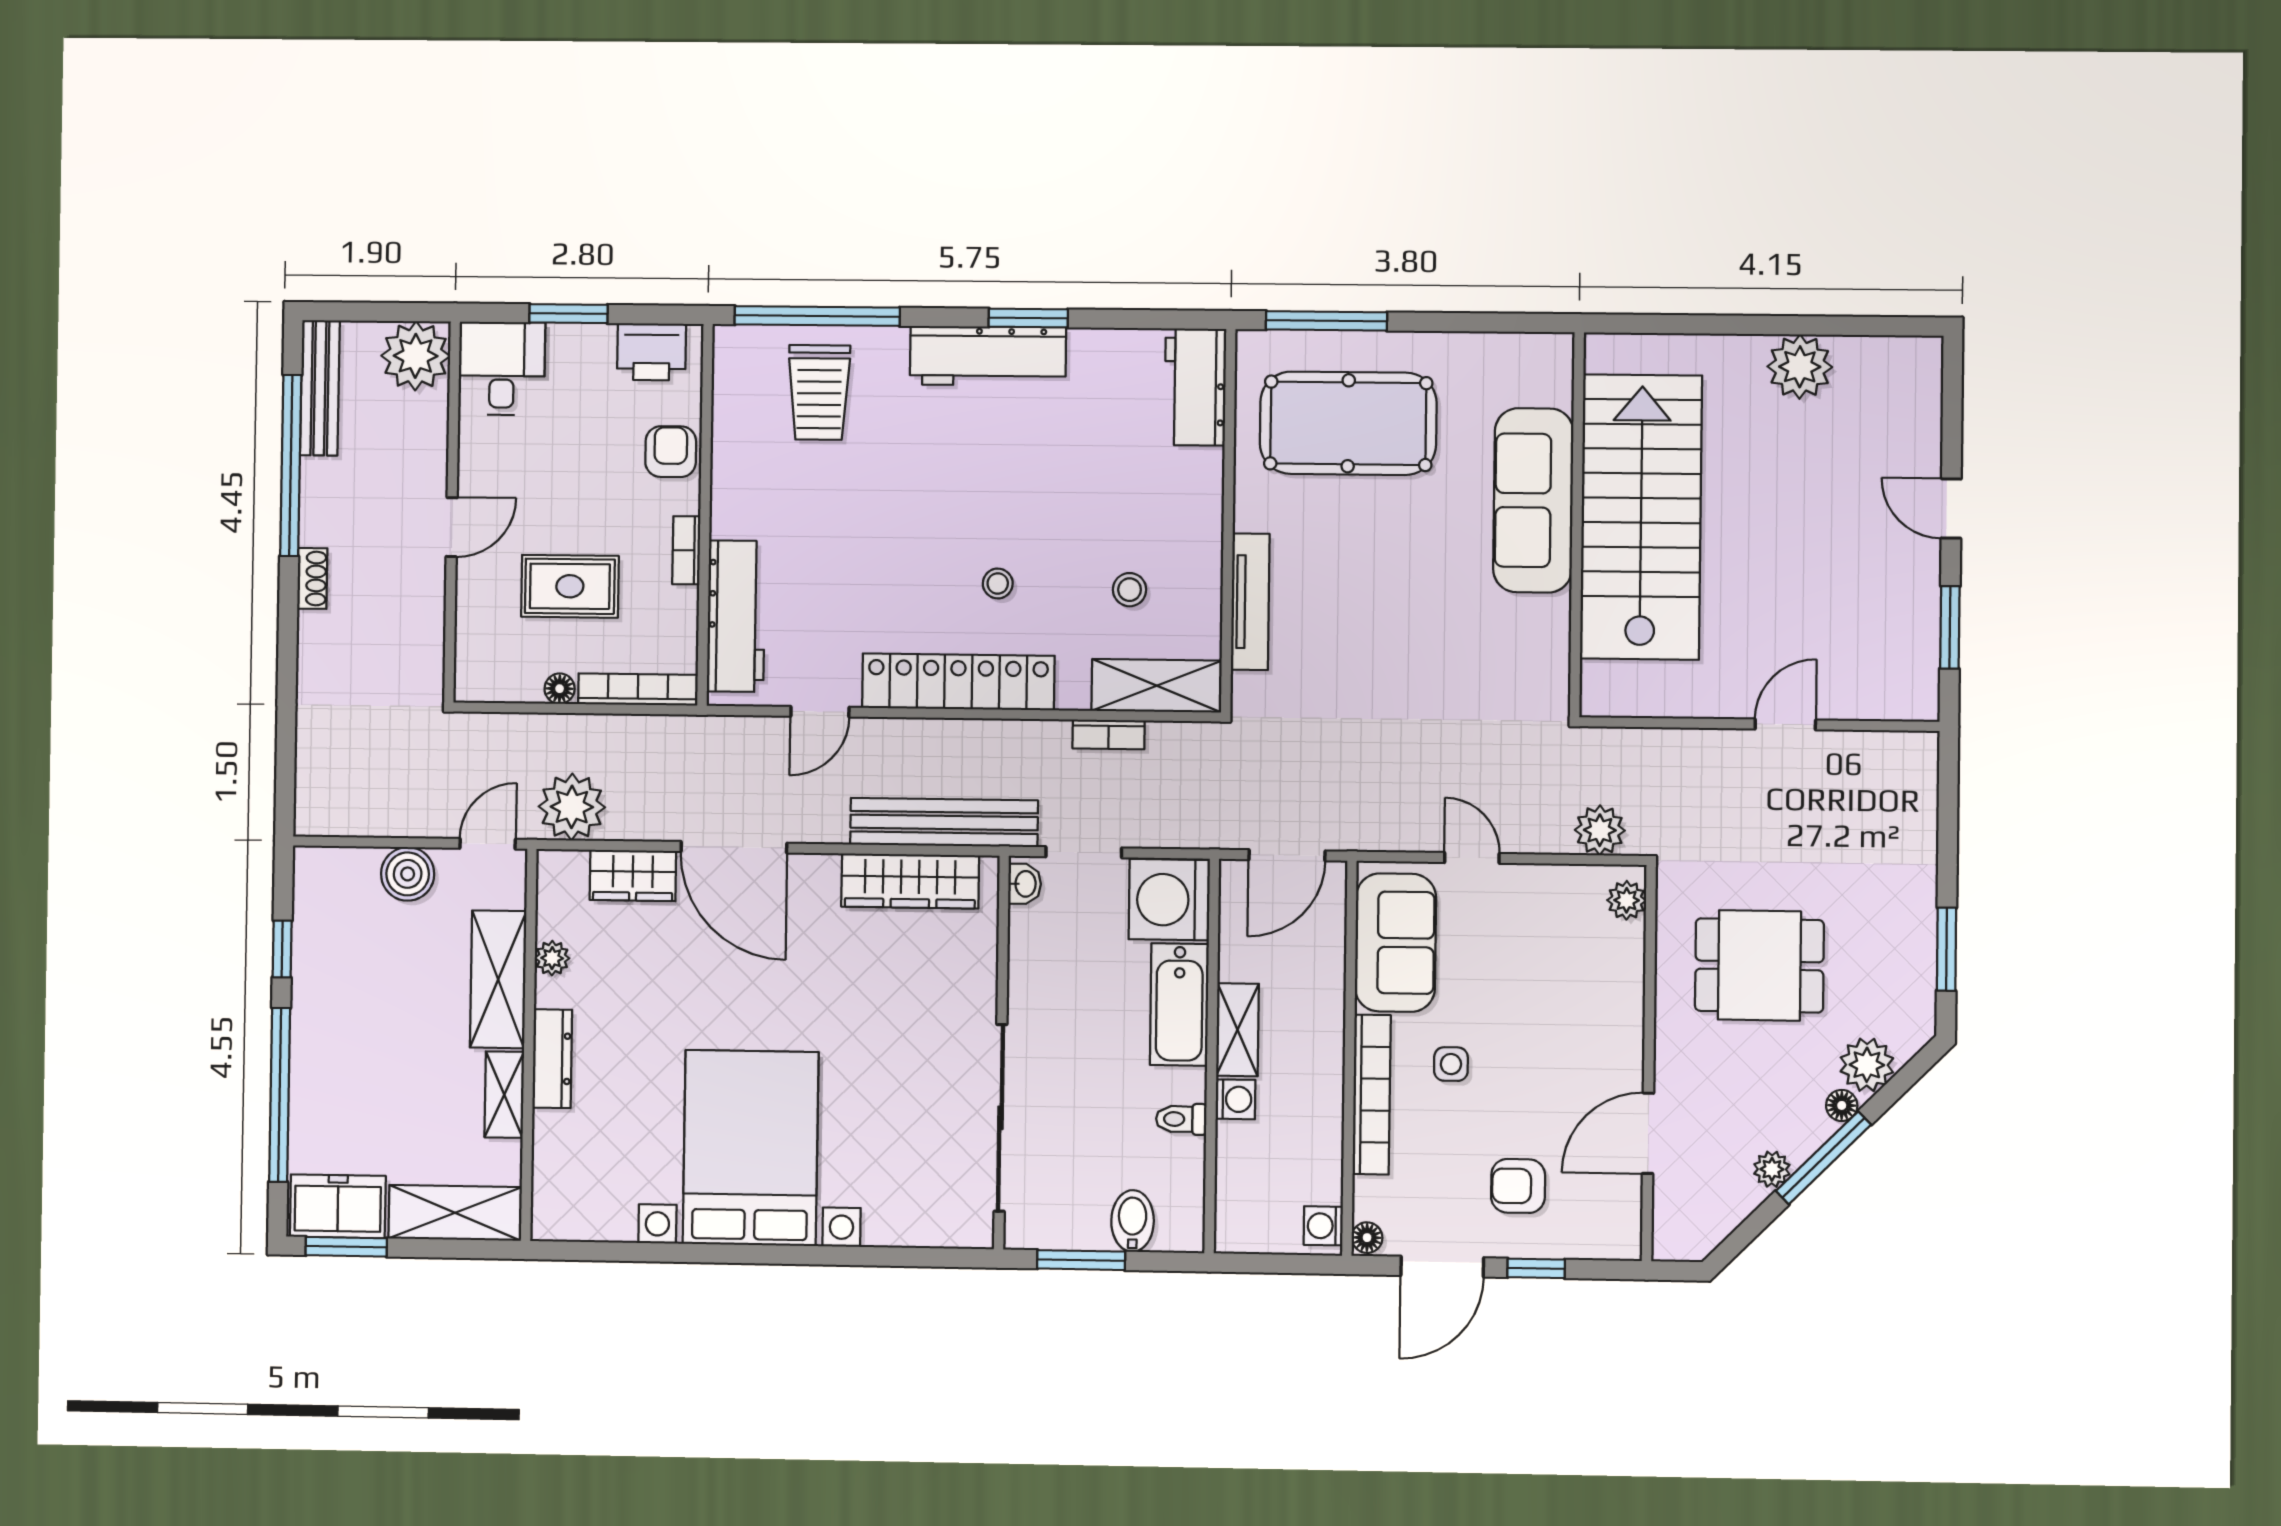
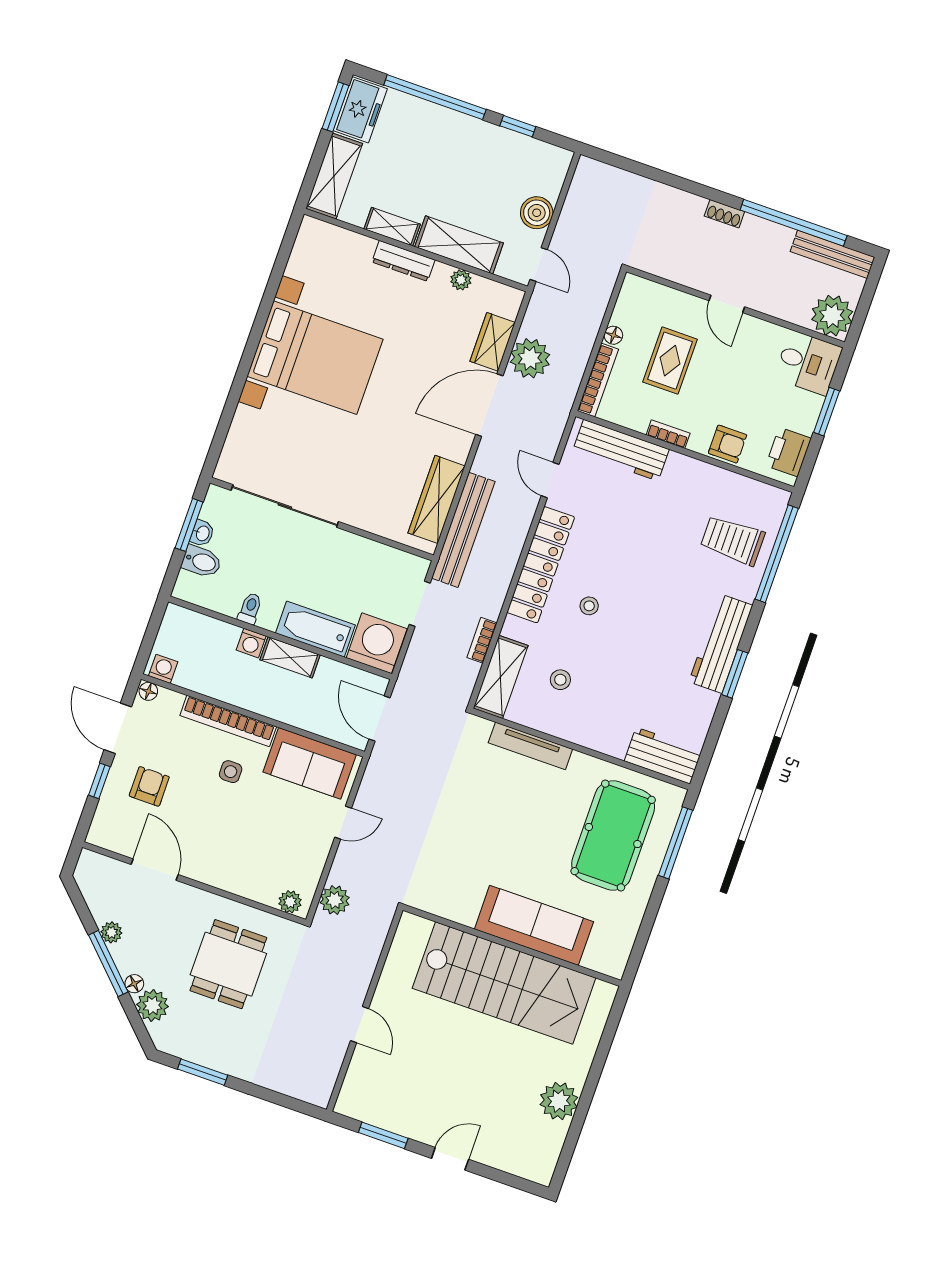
plant: (572, 807) -> (530, 358), moved
washbasin: (1025, 884) -> (202, 533), moved, turned -90

